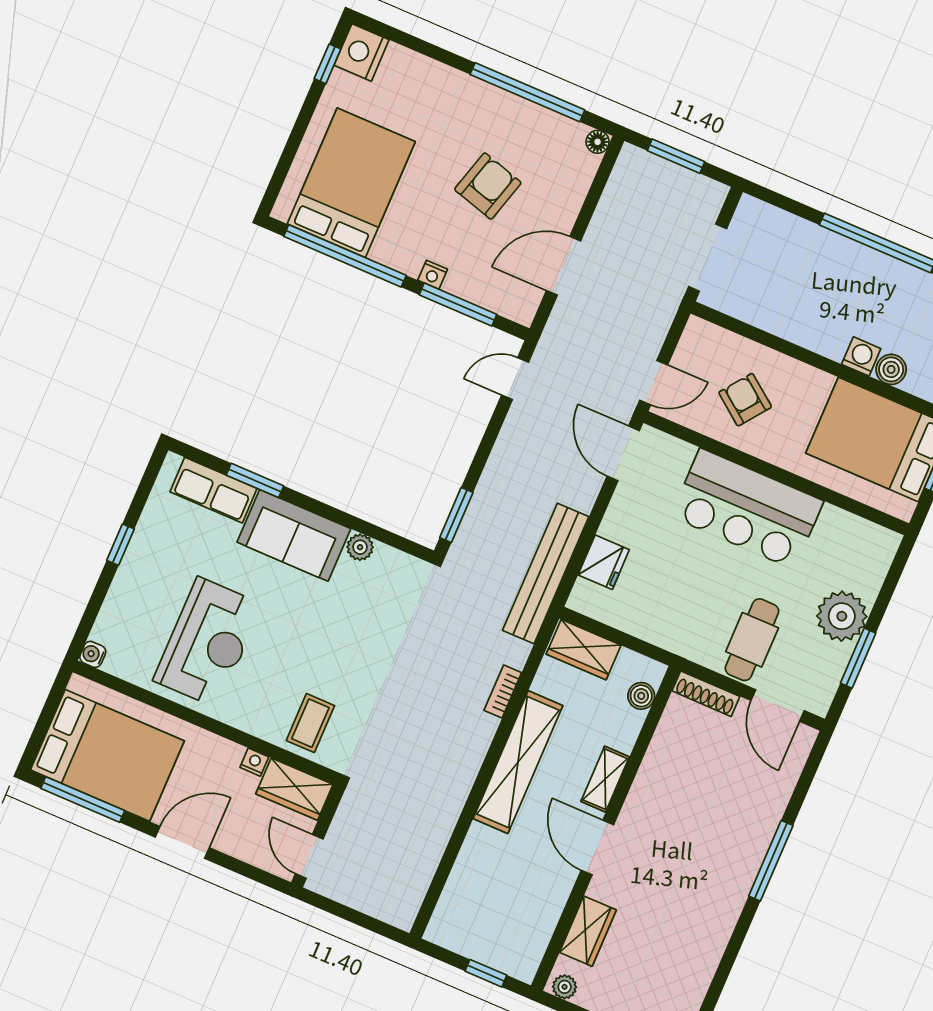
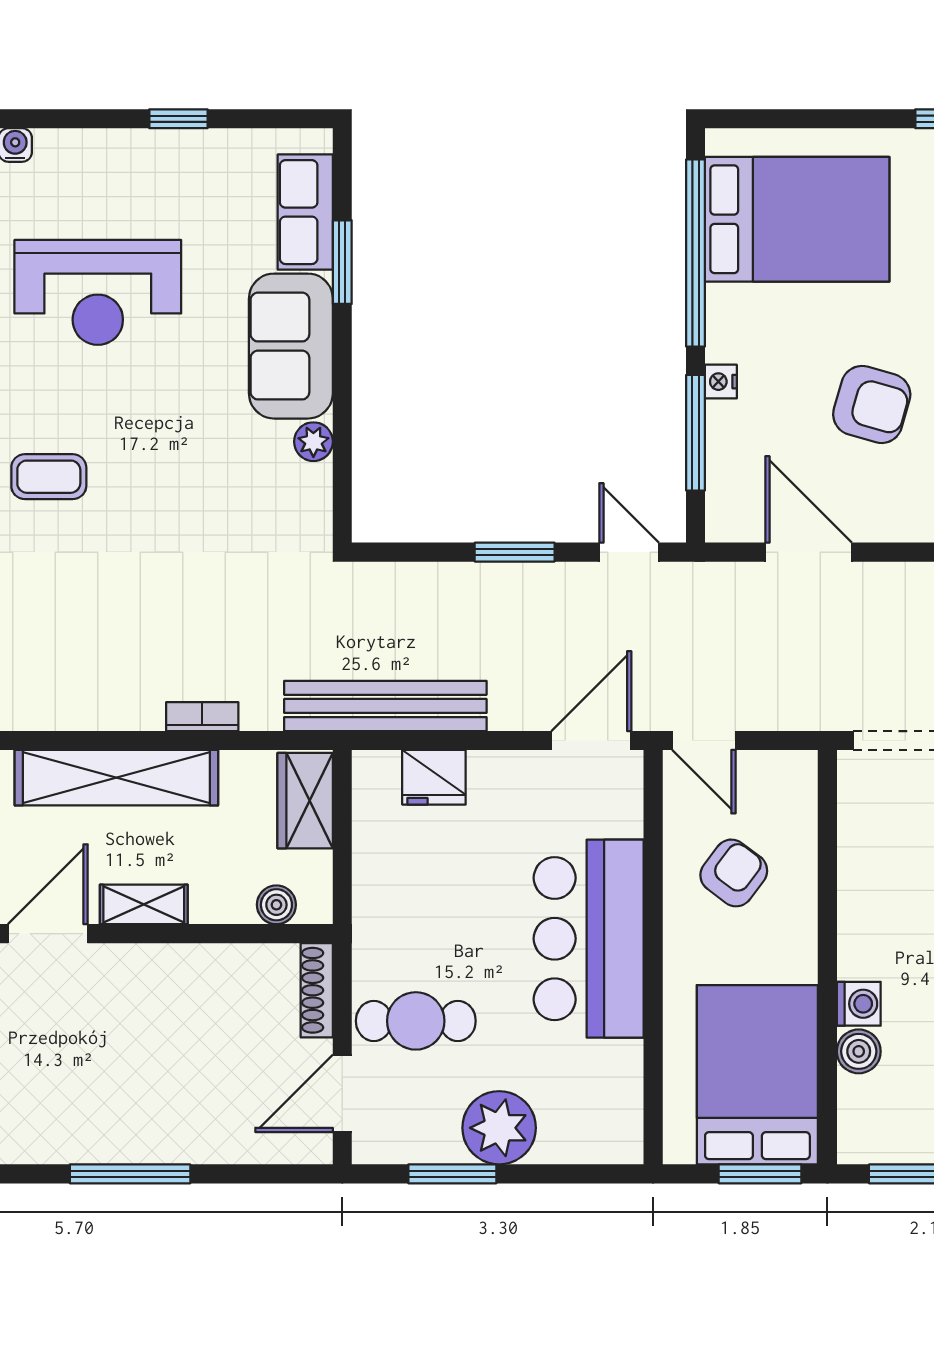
window: (456, 515) -> (515, 552), moved

